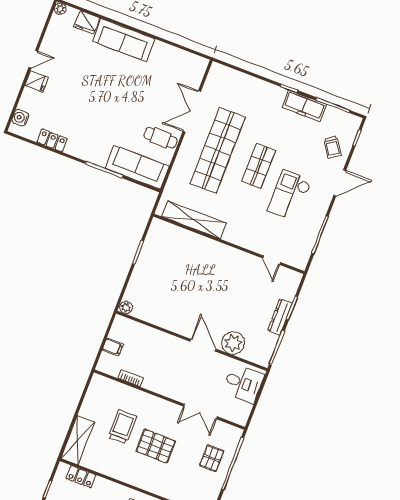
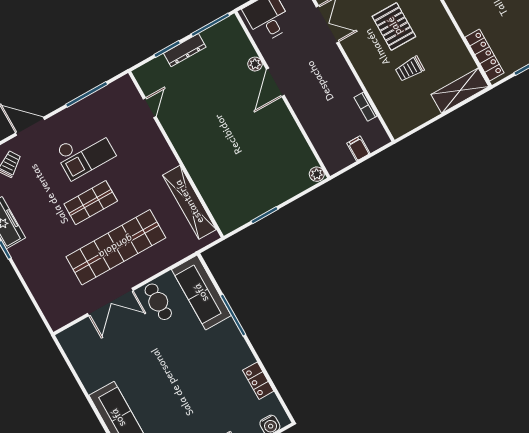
plant: (233, 343) -> (255, 64), width x0.53, depth x0.53
trolley: (122, 427) -> (410, 69), width x0.73, depth x0.72
locker: (81, 477) -> (485, 55), width x1.53

